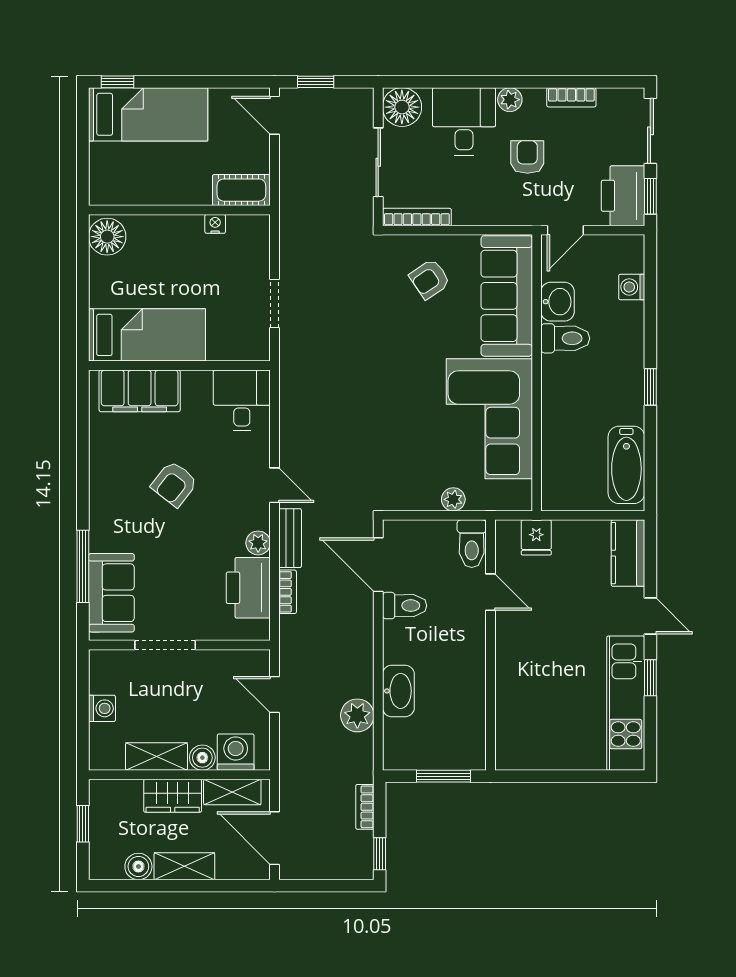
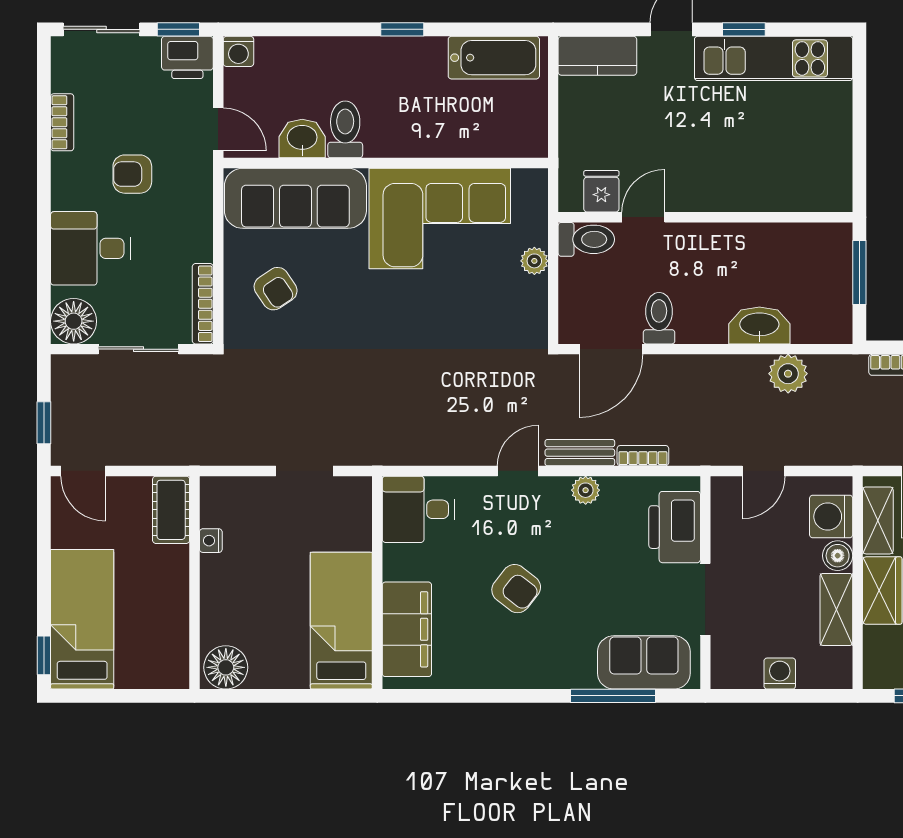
plant: (510, 100) -> (65, 195), removed
door: (274, 115) -> (83, 471), hinge flipped
printer: (623, 196) -> (187, 57), width x0.73, depth x0.84
washing machine: (632, 287) -> (238, 51), moved
fridge: (536, 537) -> (601, 191), moved, turned -90
printer: (248, 588) -> (675, 527), moved, turned 90

